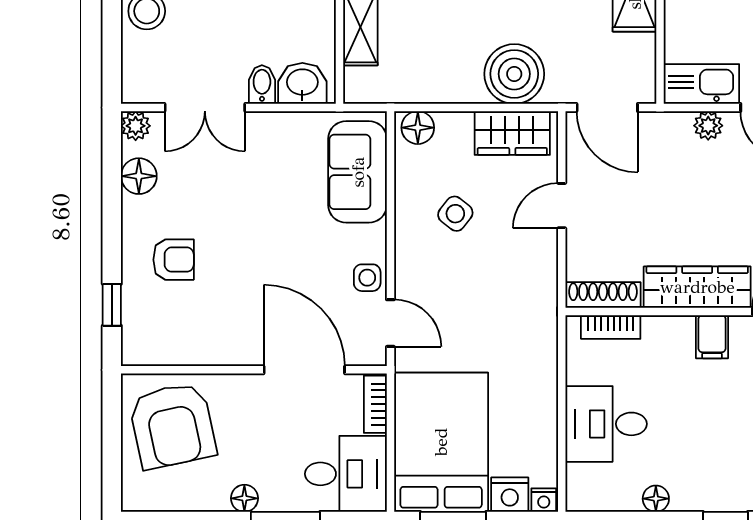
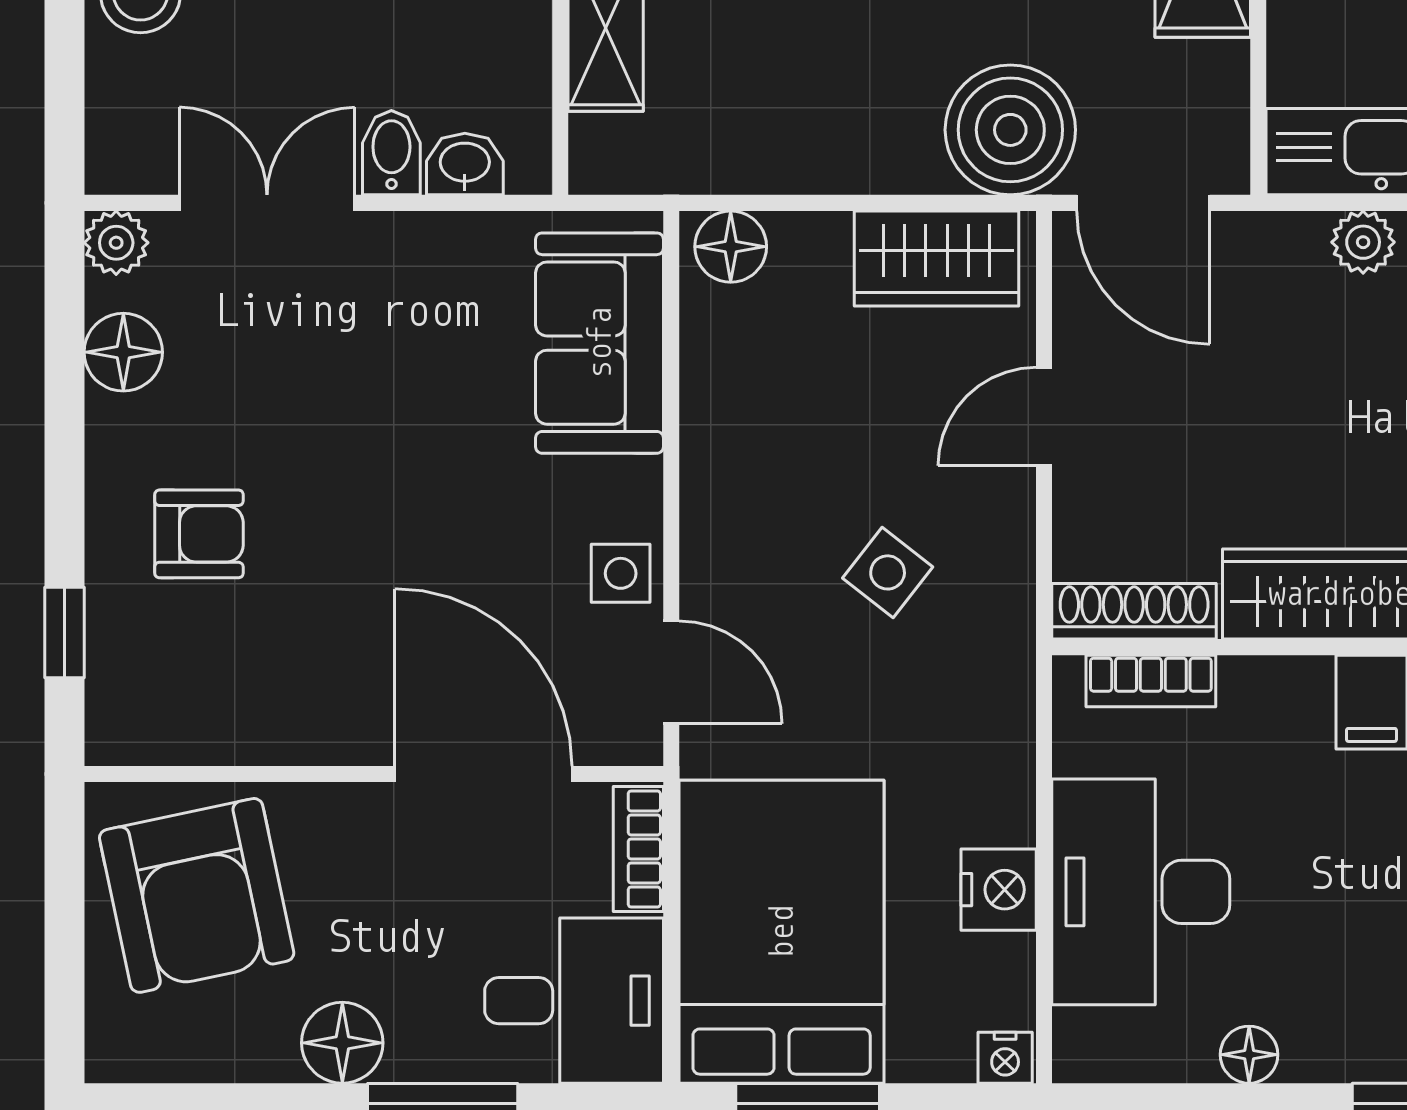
boiler: (514, 74) -> (1010, 130), moved
washbasin: (302, 83) -> (465, 164), width x0.72, depth x0.69
double door: (205, 108) -> (267, 203), swing flipped
side table: (455, 214) -> (888, 572), moved
desk: (606, 424) -> (1141, 892), width x1.37
nightstand: (510, 495) -> (999, 890), moved, turned -90
floor lamp: (244, 498) -> (342, 1043), width x1.37, depth x1.37

